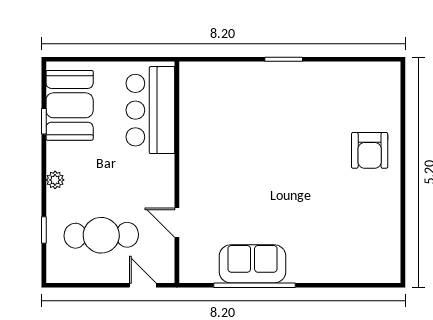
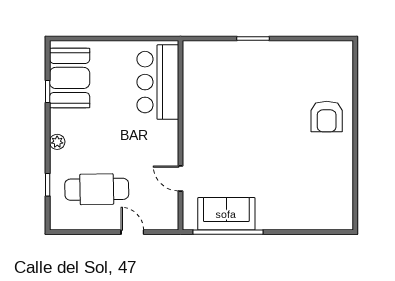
bar counter: (150, 110) -> (158, 82), moved
wall: (177, 172) -> (181, 135), moved
door: (177, 223) -> (181, 178), moved

